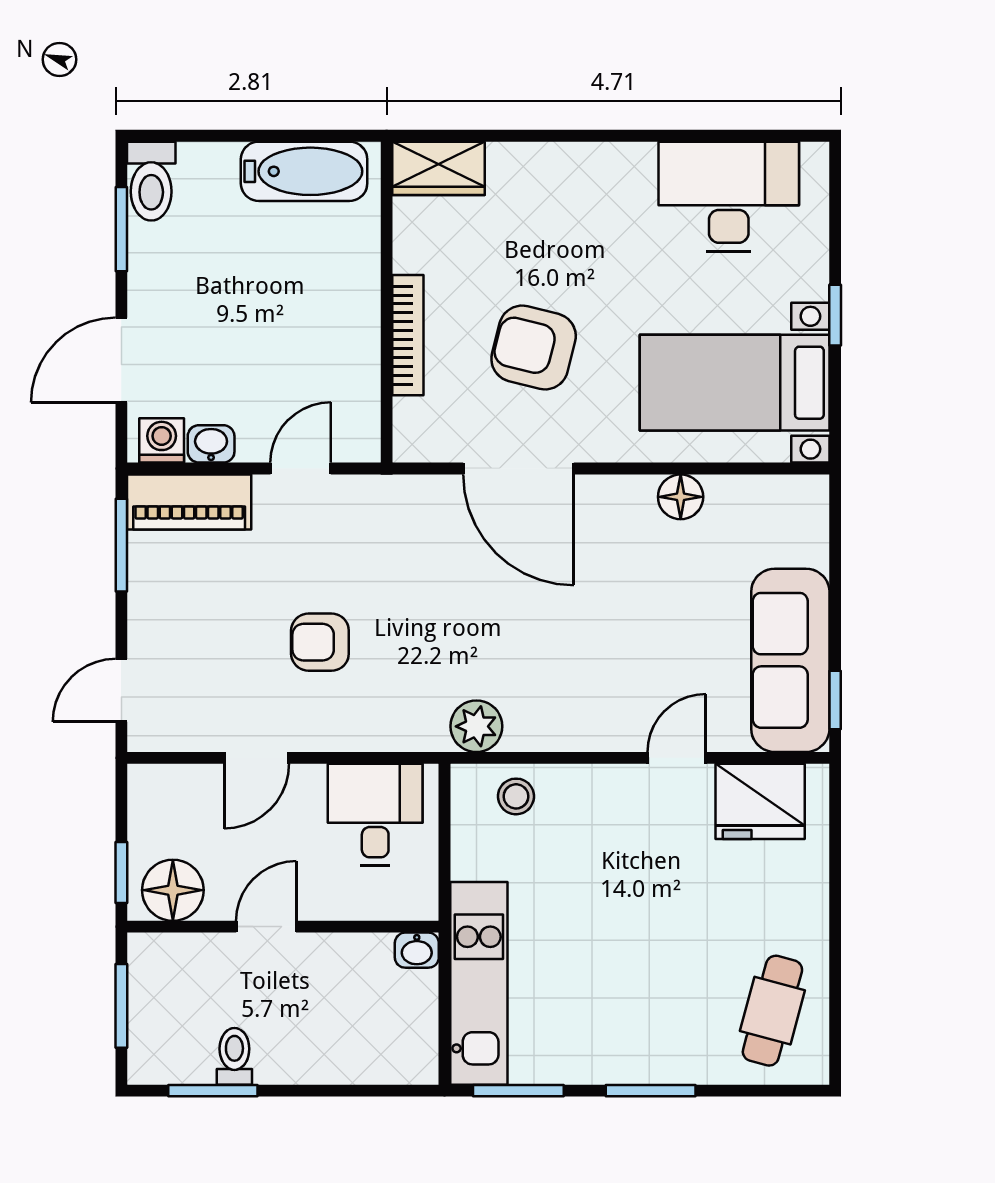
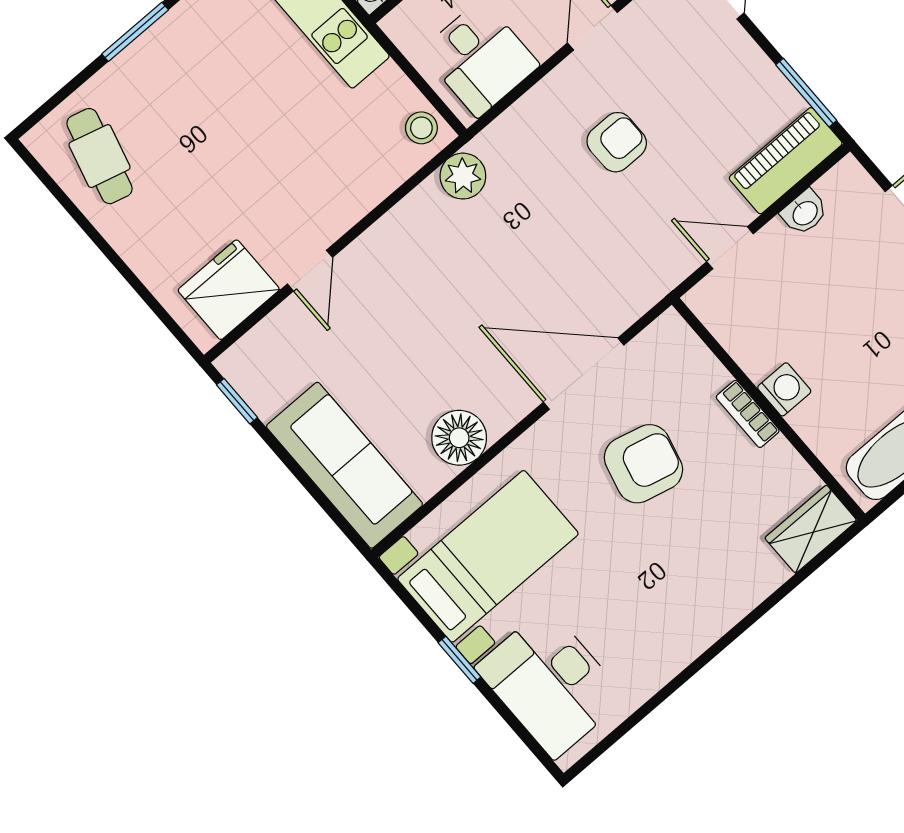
desk: (729, 197) -> (550, 683), moved, turned 90
bookcase: (408, 335) -> (748, 414), width x0.64
washing machine: (162, 440) -> (784, 389), moved, turned -90
door: (301, 469) -> (730, 248), swing flipped
floor lamp: (681, 497) -> (459, 438), width x1.38, depth x1.38
sofa: (790, 660) -> (344, 465), moved
stool: (516, 796) -> (421, 128), moved

